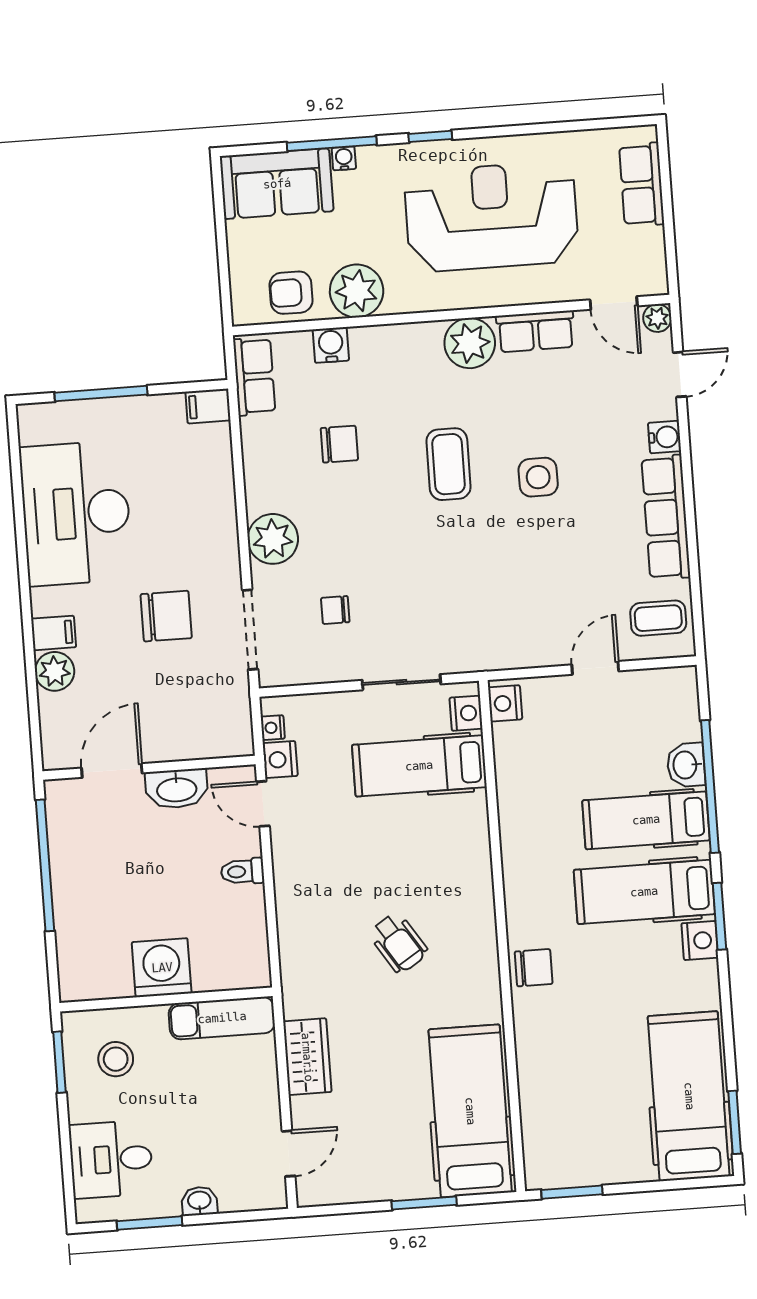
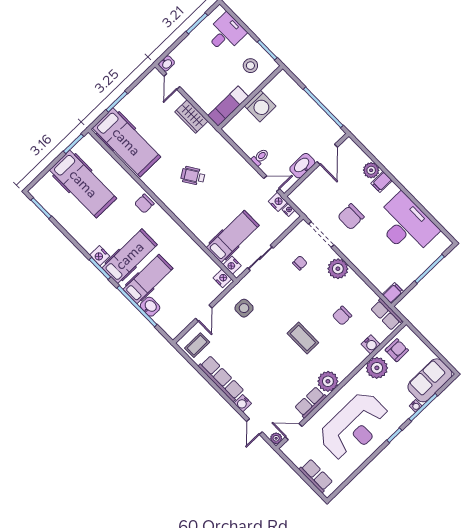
side table: (538, 477) -> (244, 308), moved
hospital bed: (689, 1096) -> (83, 184), moved
washbasin: (199, 1201) -> (167, 63), moved

